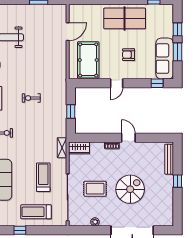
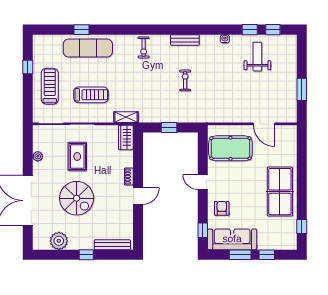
armchair: (129, 55) -> (222, 208), moved
plant: (166, 204) -> (59, 241), added

